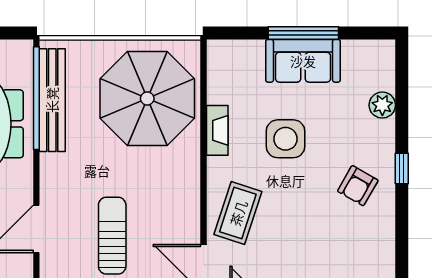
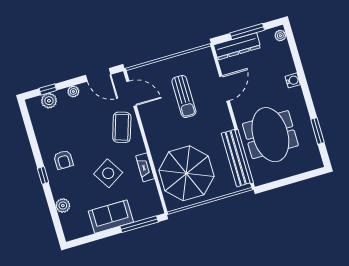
window: (303, 33) -> (139, 224), moved
side table: (285, 139) -> (108, 173), turned -32
armchair: (358, 186) -> (63, 160), turned 150

